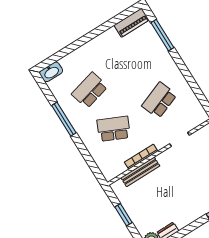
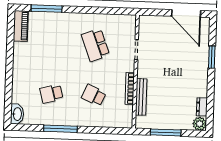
school desk: (90, 90) -> (51, 94), width x0.54
school desk: (114, 129) -> (94, 95), width x0.54
window: (123, 215) -> (166, 132), width x1.44

